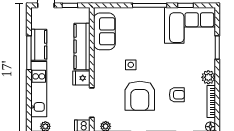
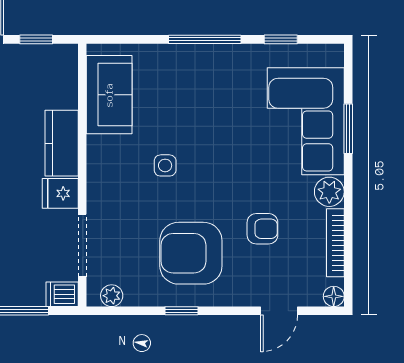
corner sofa: (190, 25) -> (306, 121), moved, turned 90
kitchen counter: (82, 46) -> (62, 143), width x0.67
armchair: (140, 96) -> (191, 253), moved, turned 90

